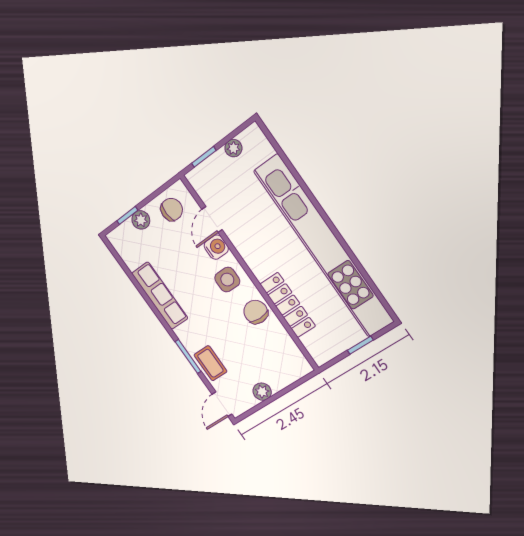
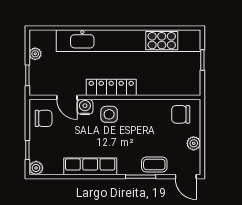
chair: (172, 209) -> (44, 118), turned 92
plant: (141, 220) -> (36, 168), moved
locker: (288, 305) -> (111, 87), moved
chair: (256, 312) -> (181, 114), moved

